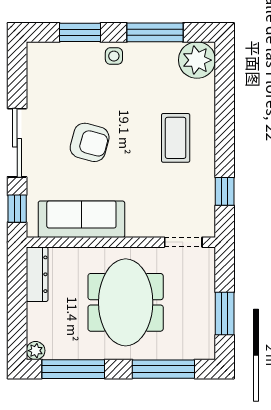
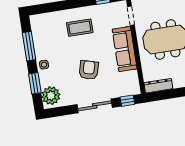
plant: (197, 60) -> (51, 96), moved
sofa: (81, 219) -> (125, 49), moved

